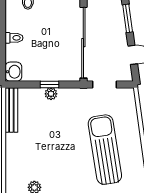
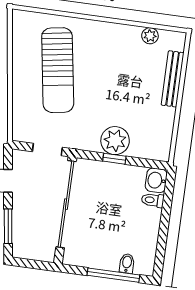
toilet: (14, 38) -> (153, 200), moved
plant: (51, 94) -> (115, 141), width x1.87, depth x1.87
bench: (11, 110) -> (173, 79), moved

